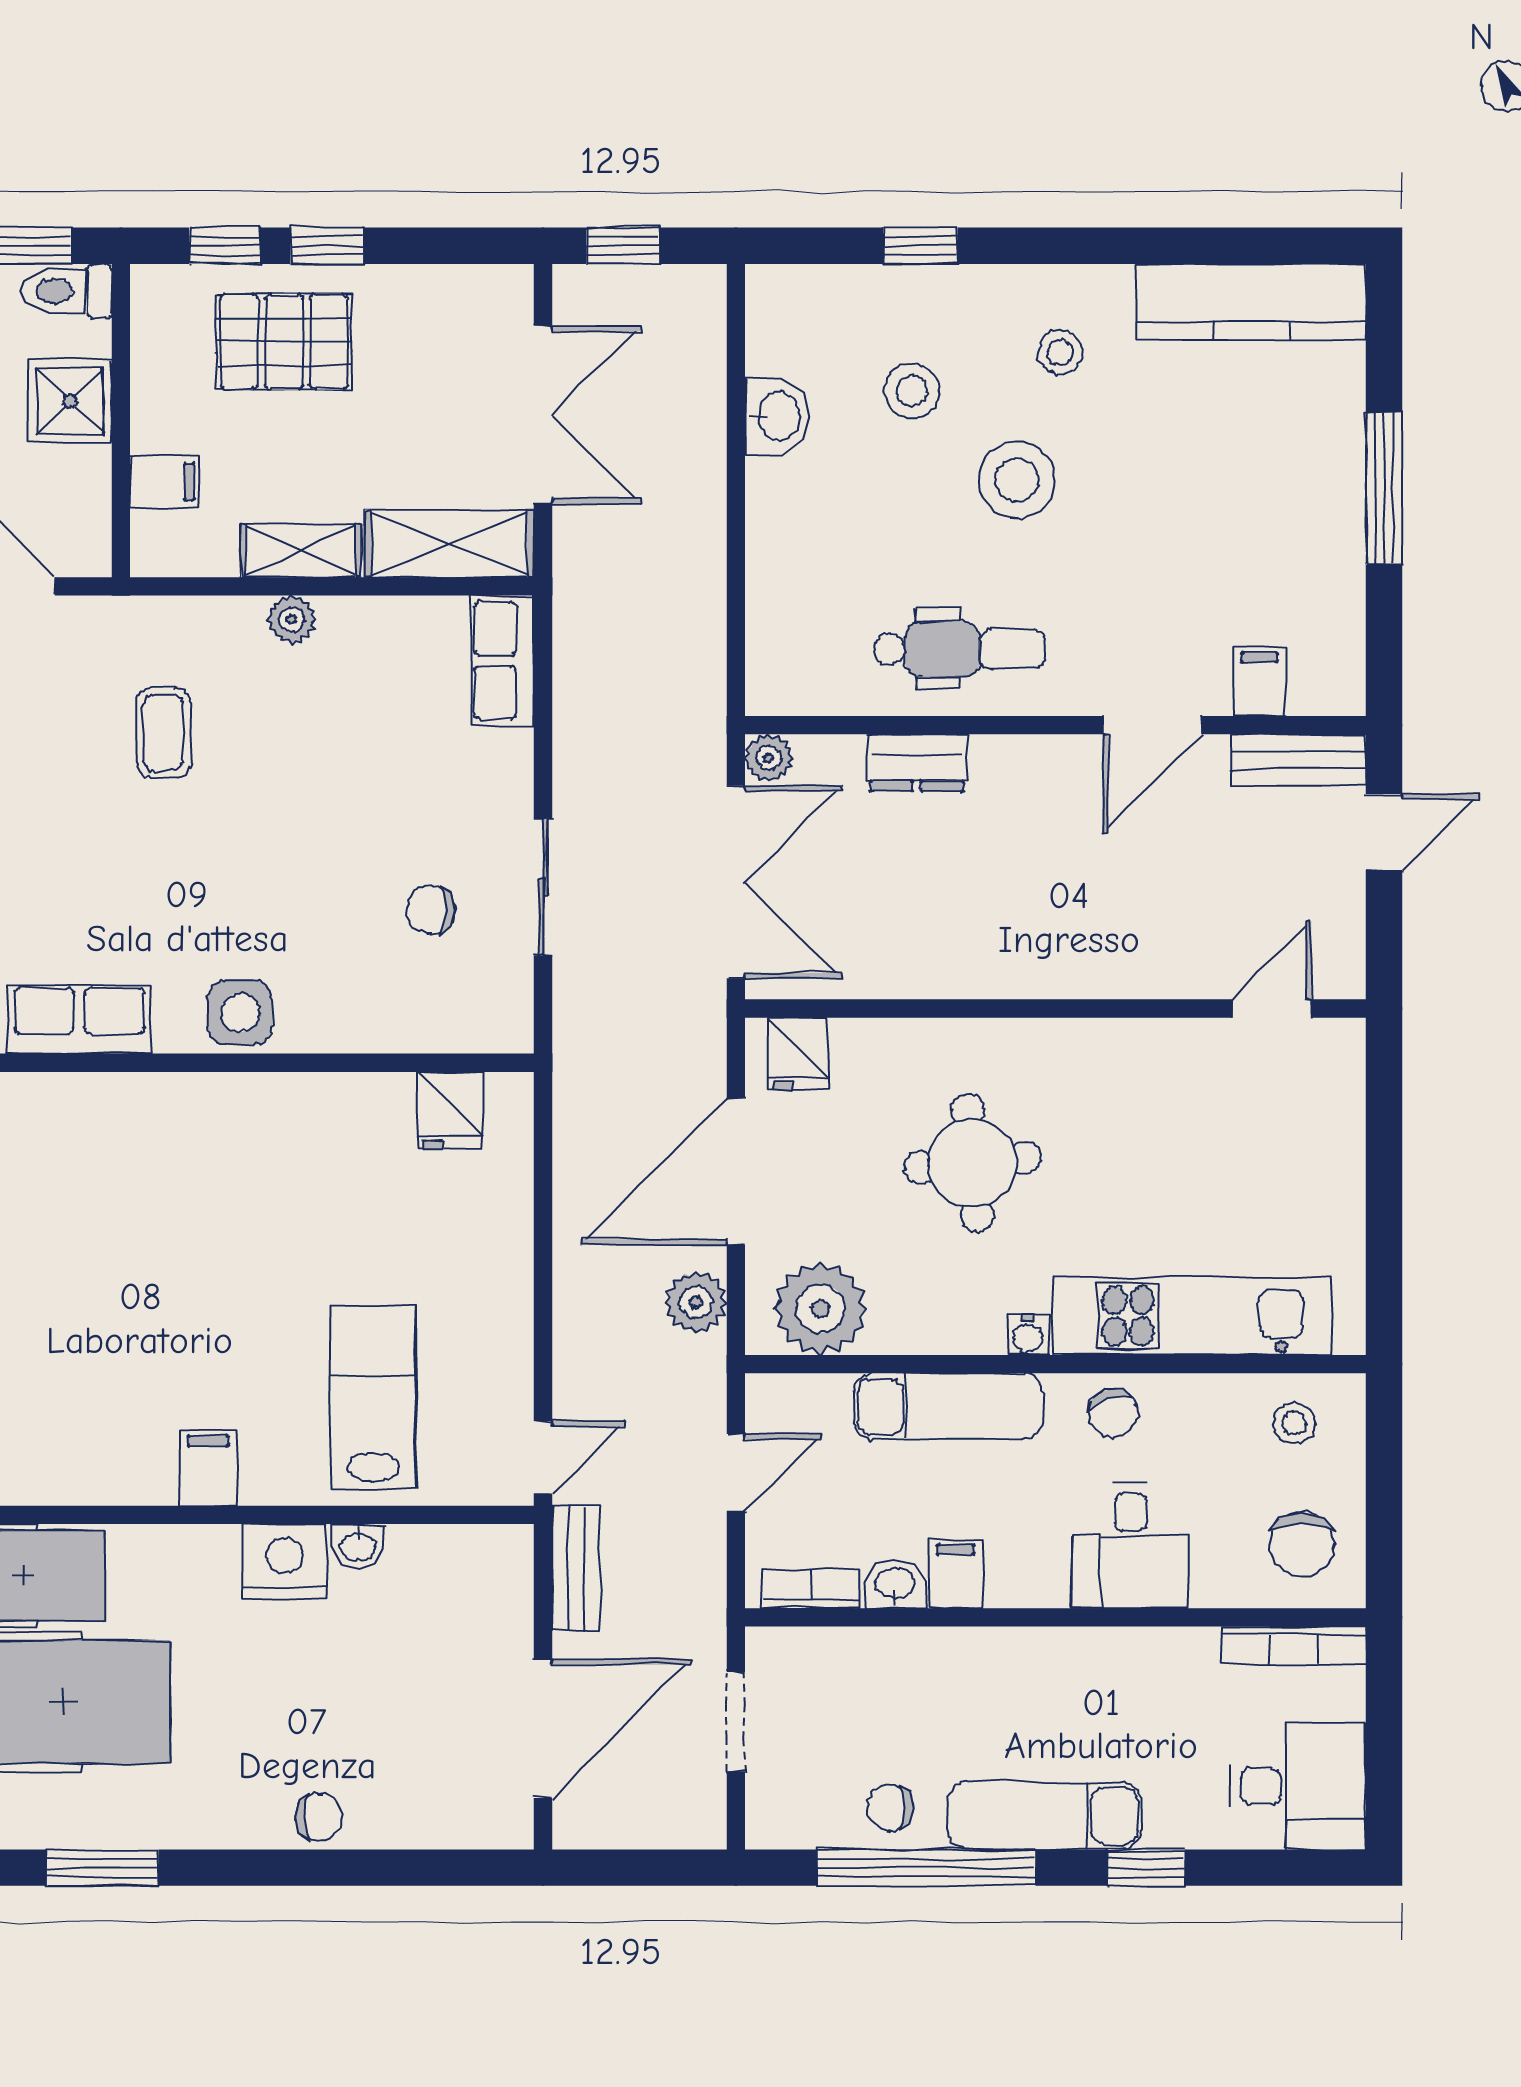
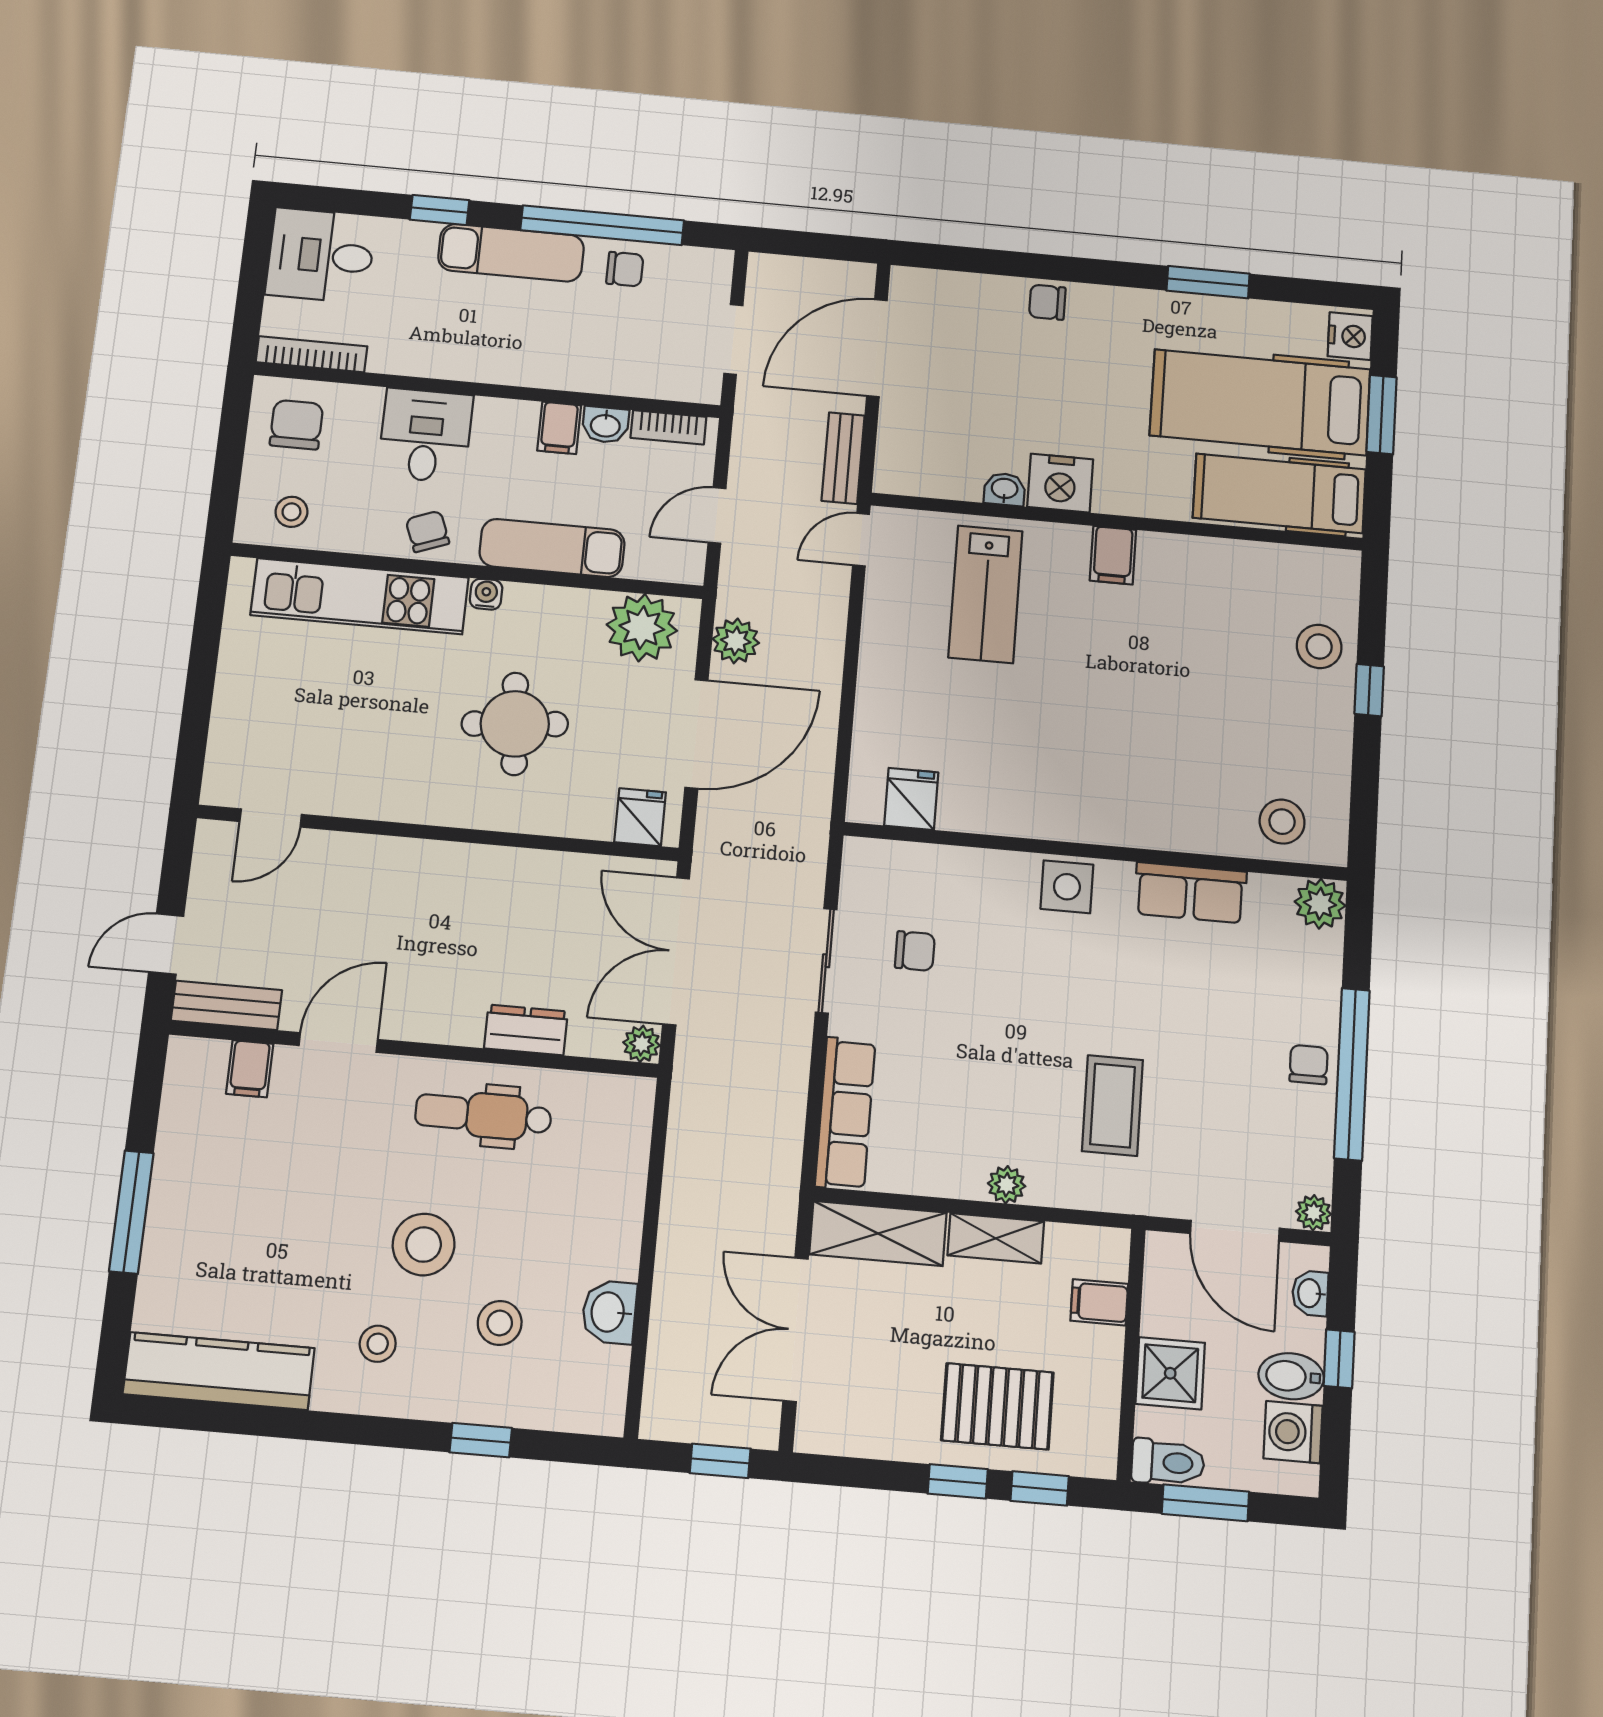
row of seats: (503, 661) -> (845, 1114), width x1.48
coffee table: (163, 733) -> (1112, 1105), width x1.36, depth x1.30

